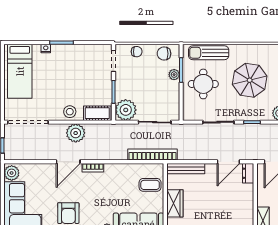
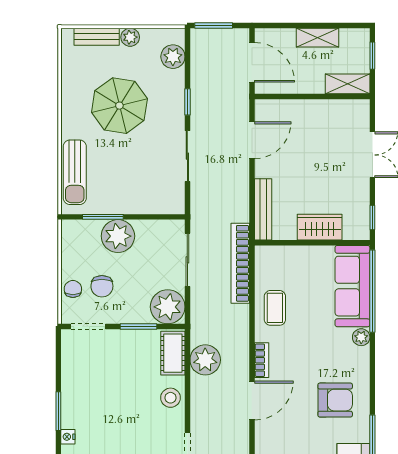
chair: (164, 54) -> (102, 286), moved
plant: (174, 75) -> (118, 236), width x1.88, depth x1.88
round table: (203, 84) -> (125, 181), removed
plant: (76, 133) -> (205, 360), moved
door: (68, 162) -> (252, 401), hinge flipped
door: (228, 162) -> (252, 140), hinge flipped
dresser: (248, 173) -> (271, 108), removed
coffee table: (150, 185) -> (275, 308), moved

